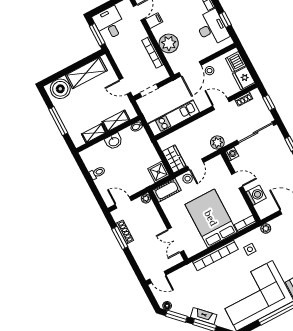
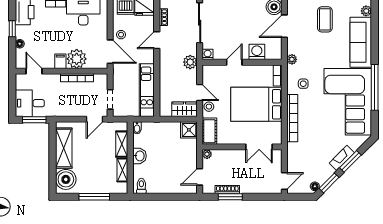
filing cabinet: (154, 21) -> (60, 61), moved
toilet: (97, 173) -> (141, 186), moved

